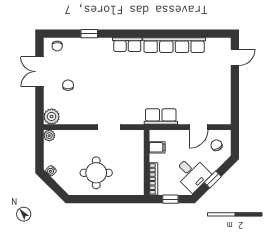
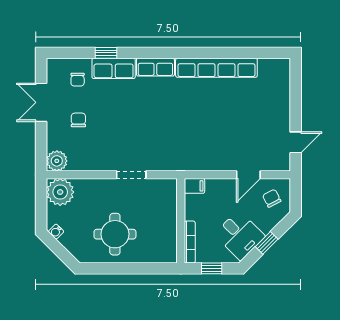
chair: (57, 46) -> (78, 80), moved
door: (235, 57) -> (296, 142), moved
row of seats: (161, 117) -> (114, 68), moved, turned 180
plant: (49, 136) -> (60, 192), width x1.87, depth x1.87
filing cabinet: (157, 147) -> (194, 186), moved

